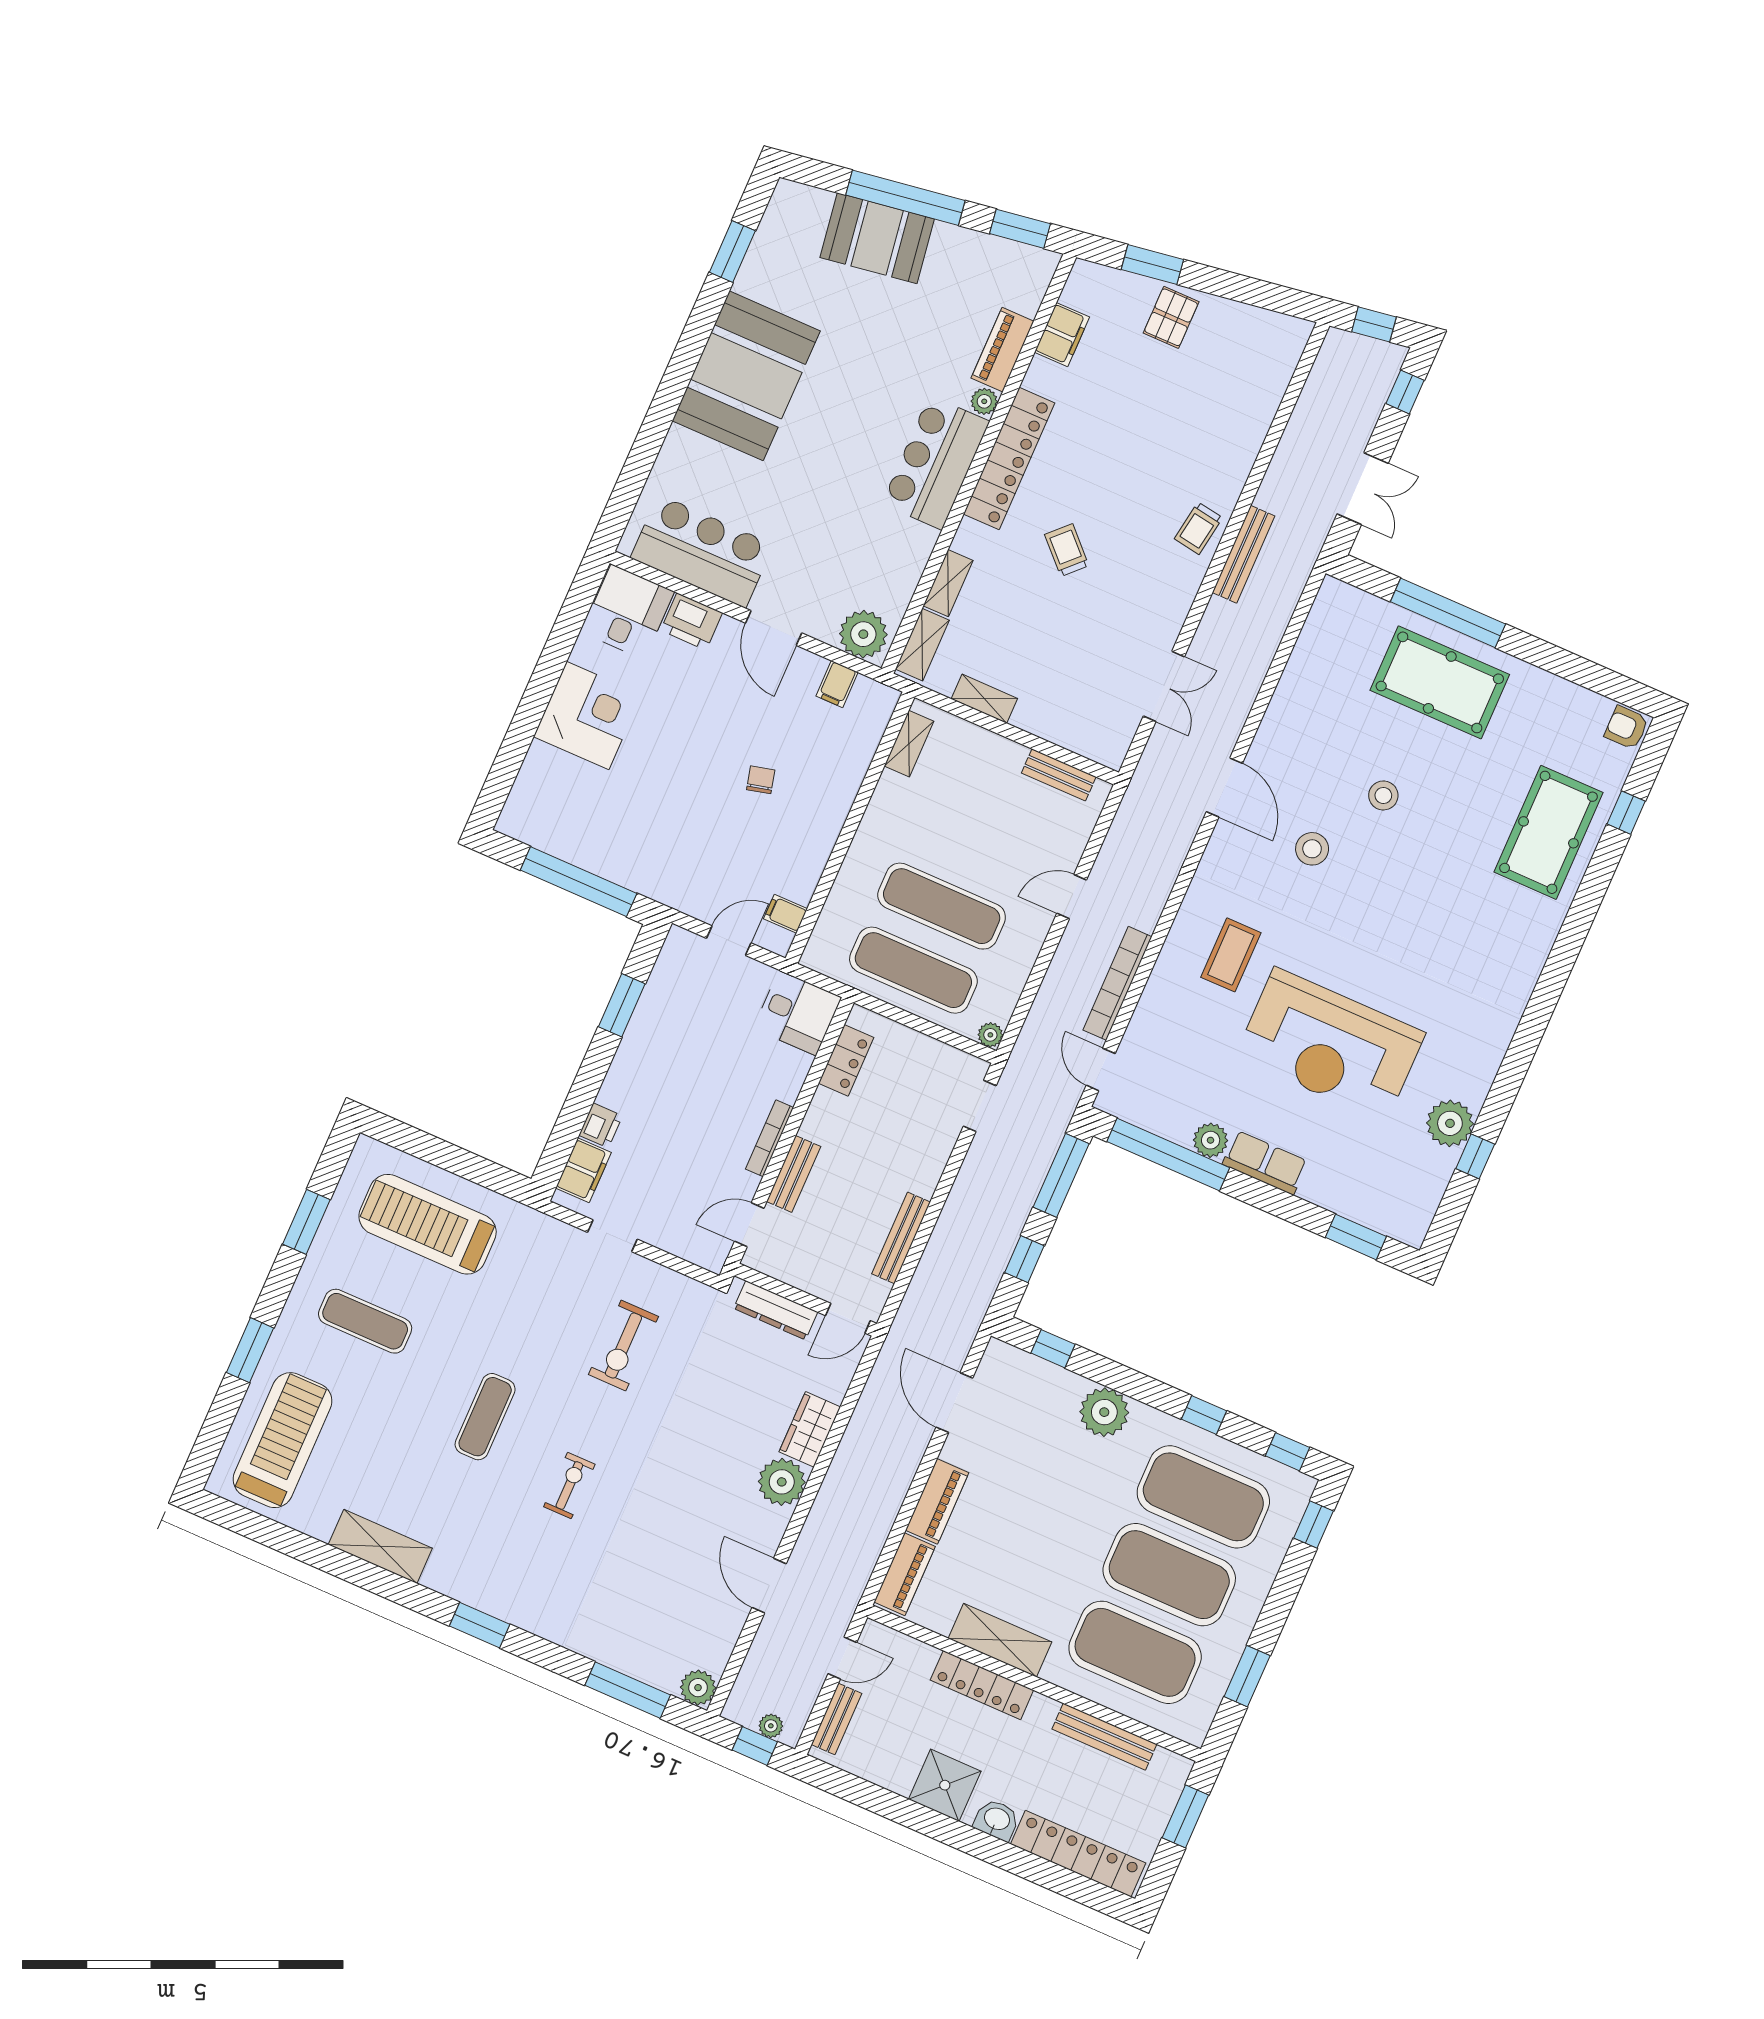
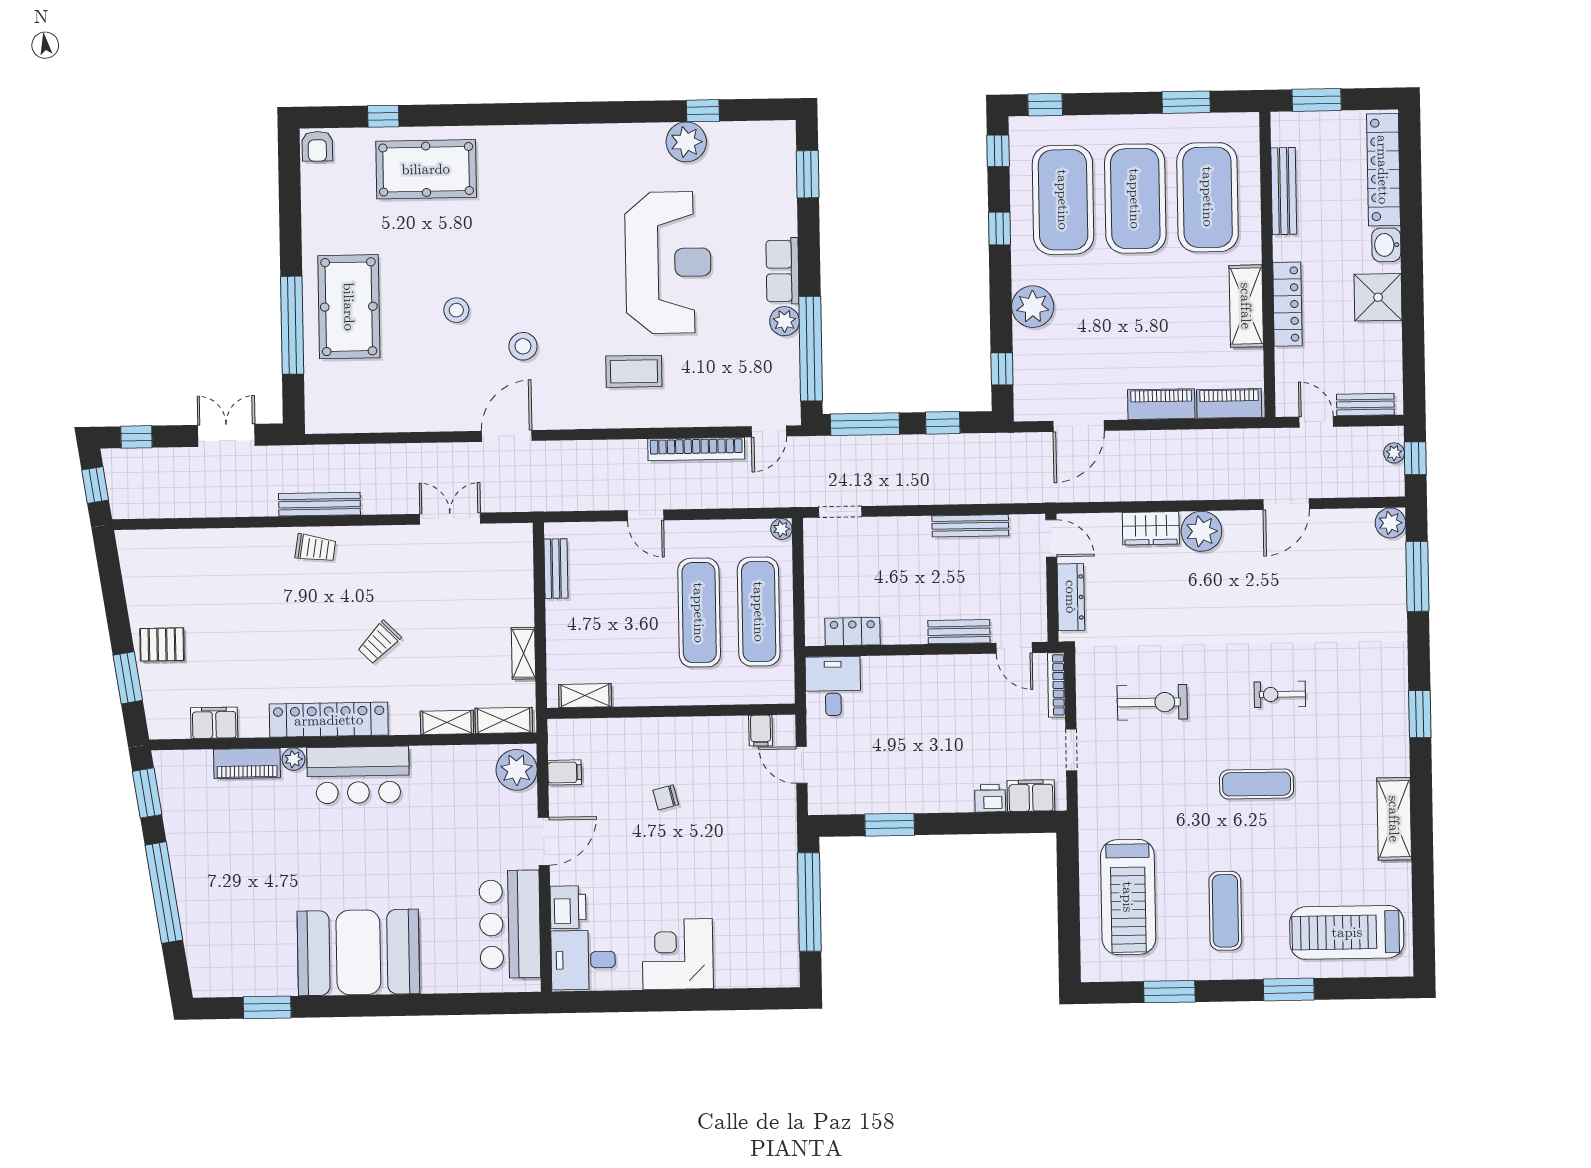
booth: (877, 238) -> (205, 900), removed
bookcase: (770, 1138) -> (1056, 685), moved, turned 90

